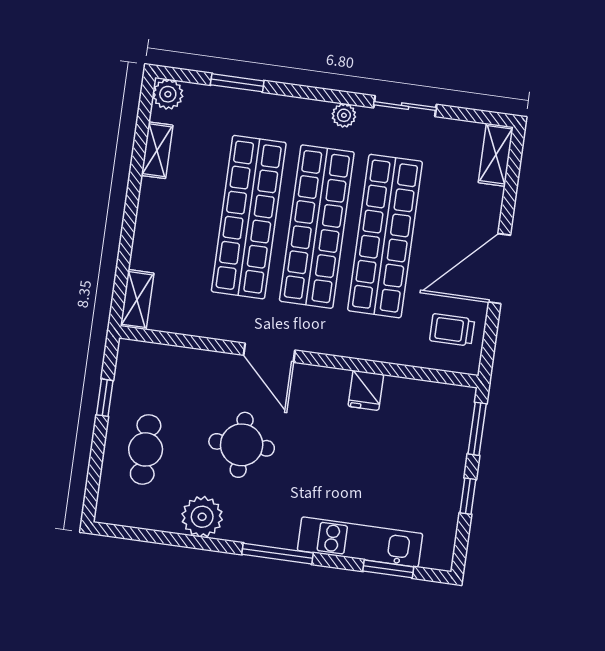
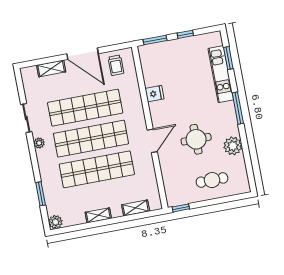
shelving: (157, 150) -> (98, 215), moved
shelving: (496, 155) -> (51, 69), moved
shelving: (137, 300) -> (136, 208), moved
window: (105, 398) -> (181, 208), moved

